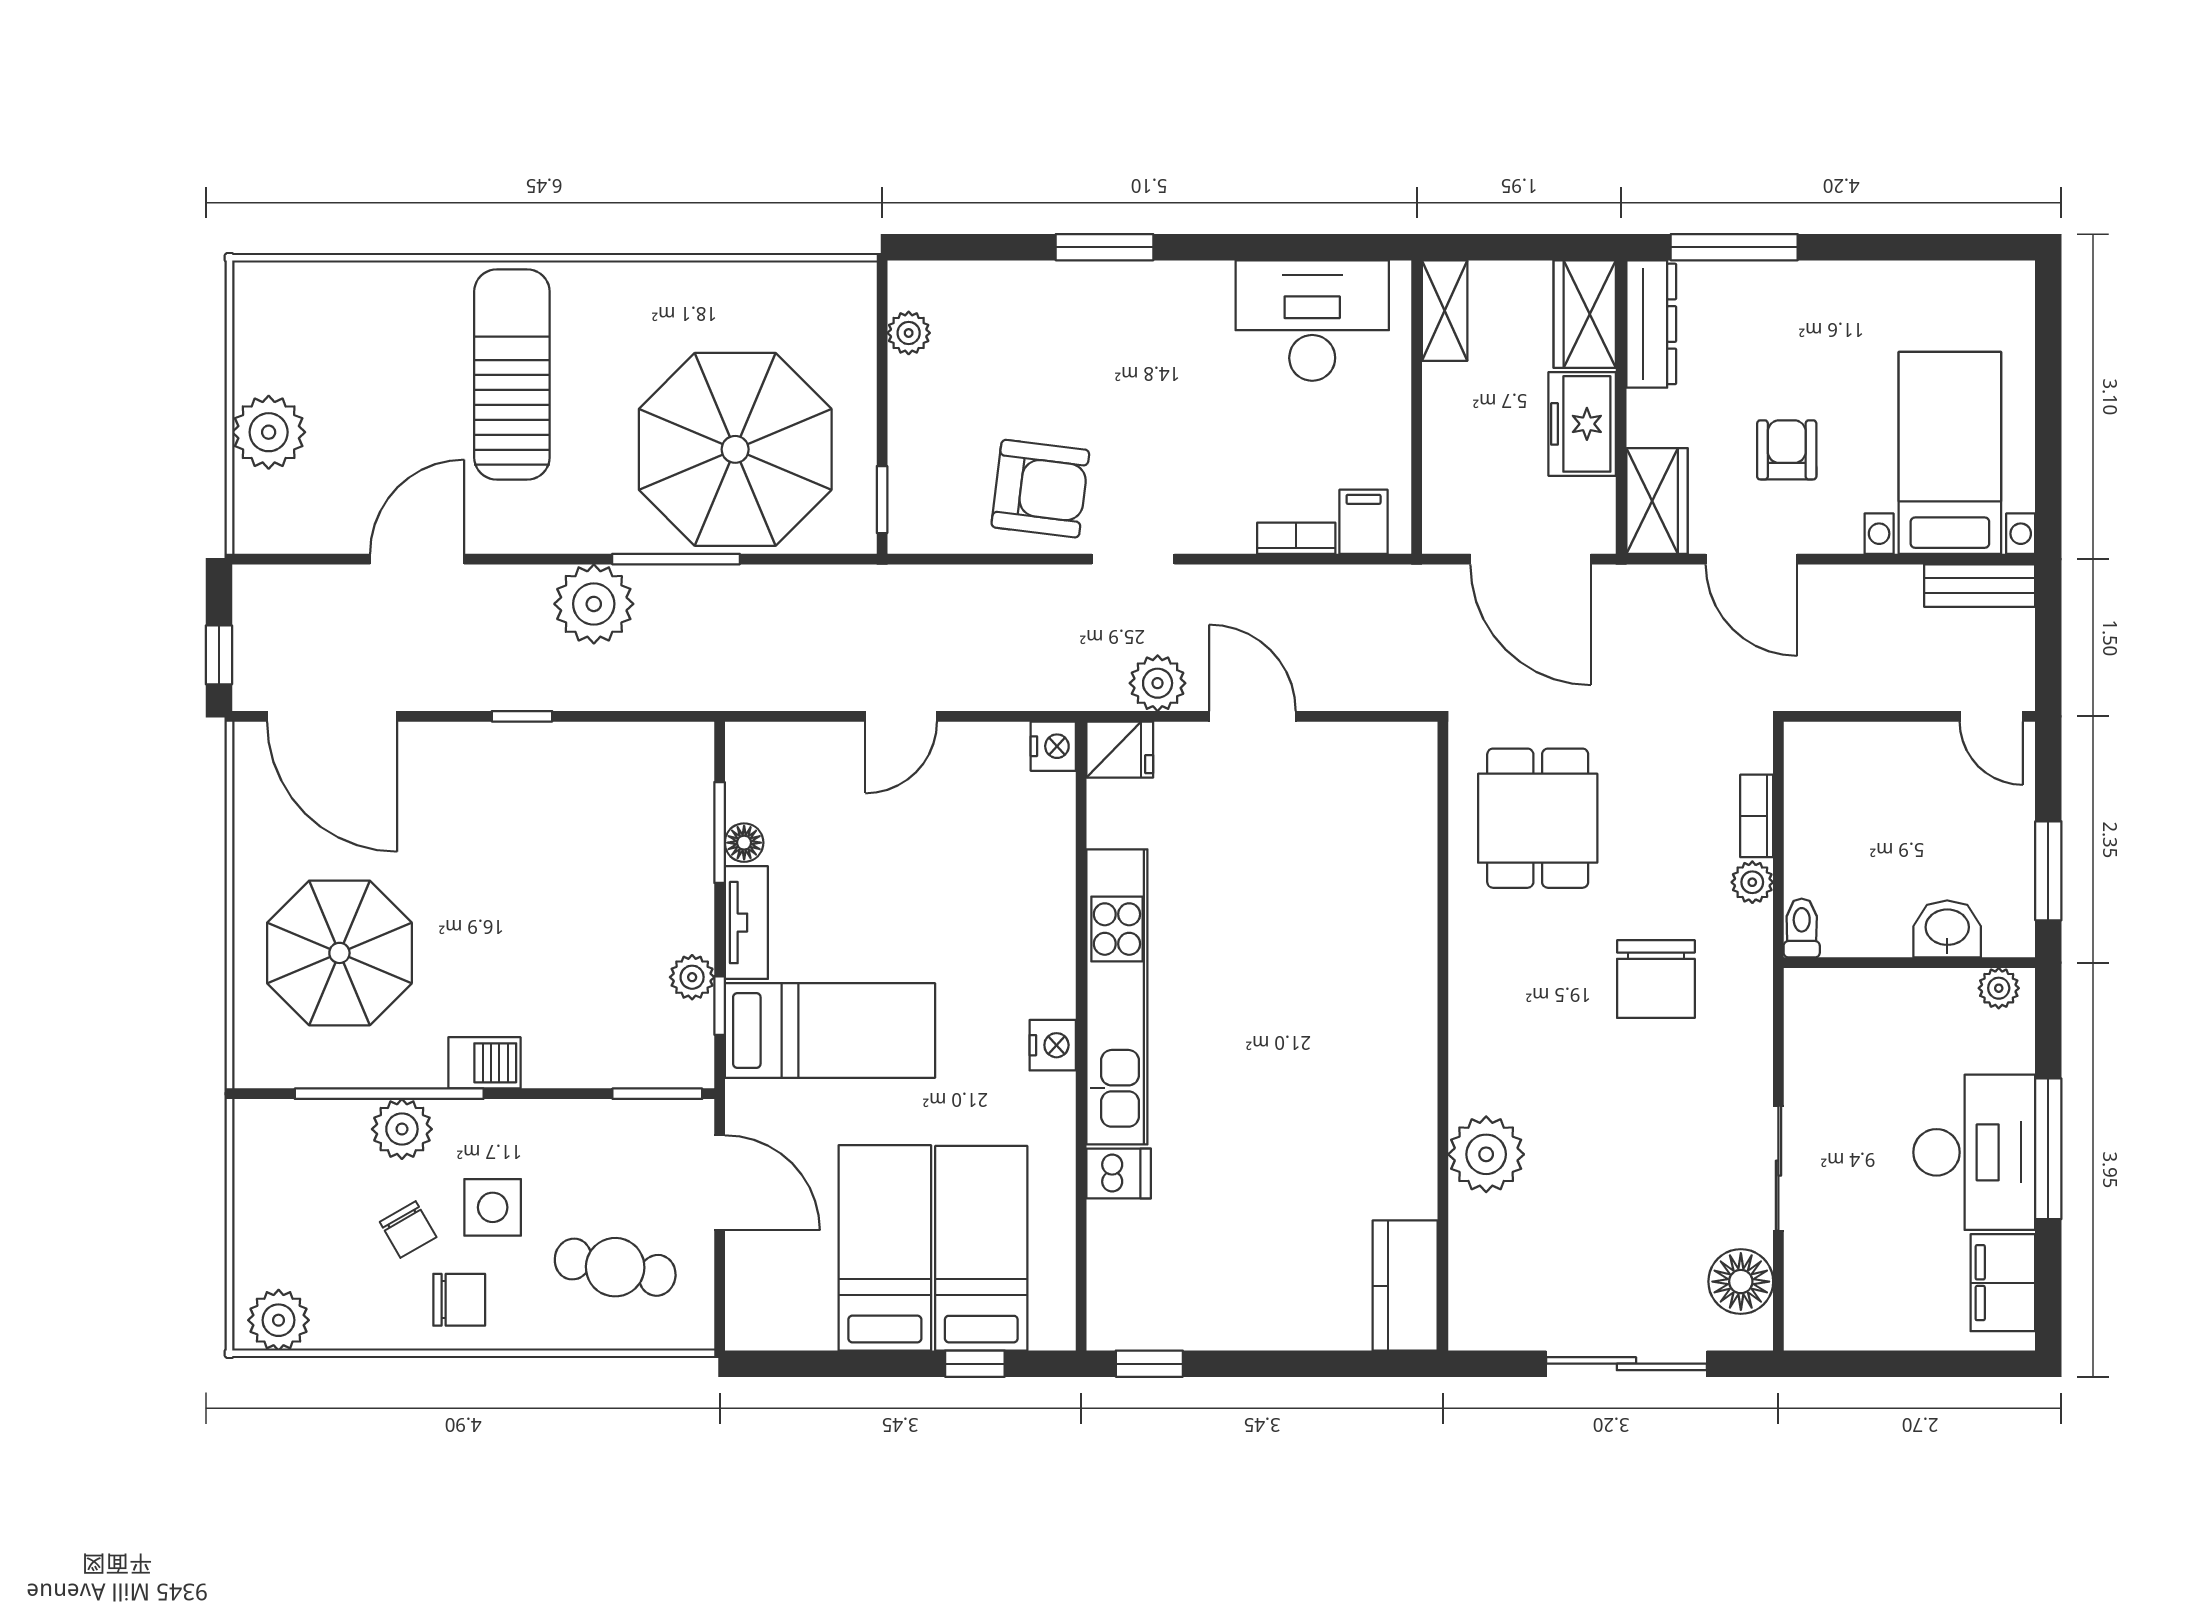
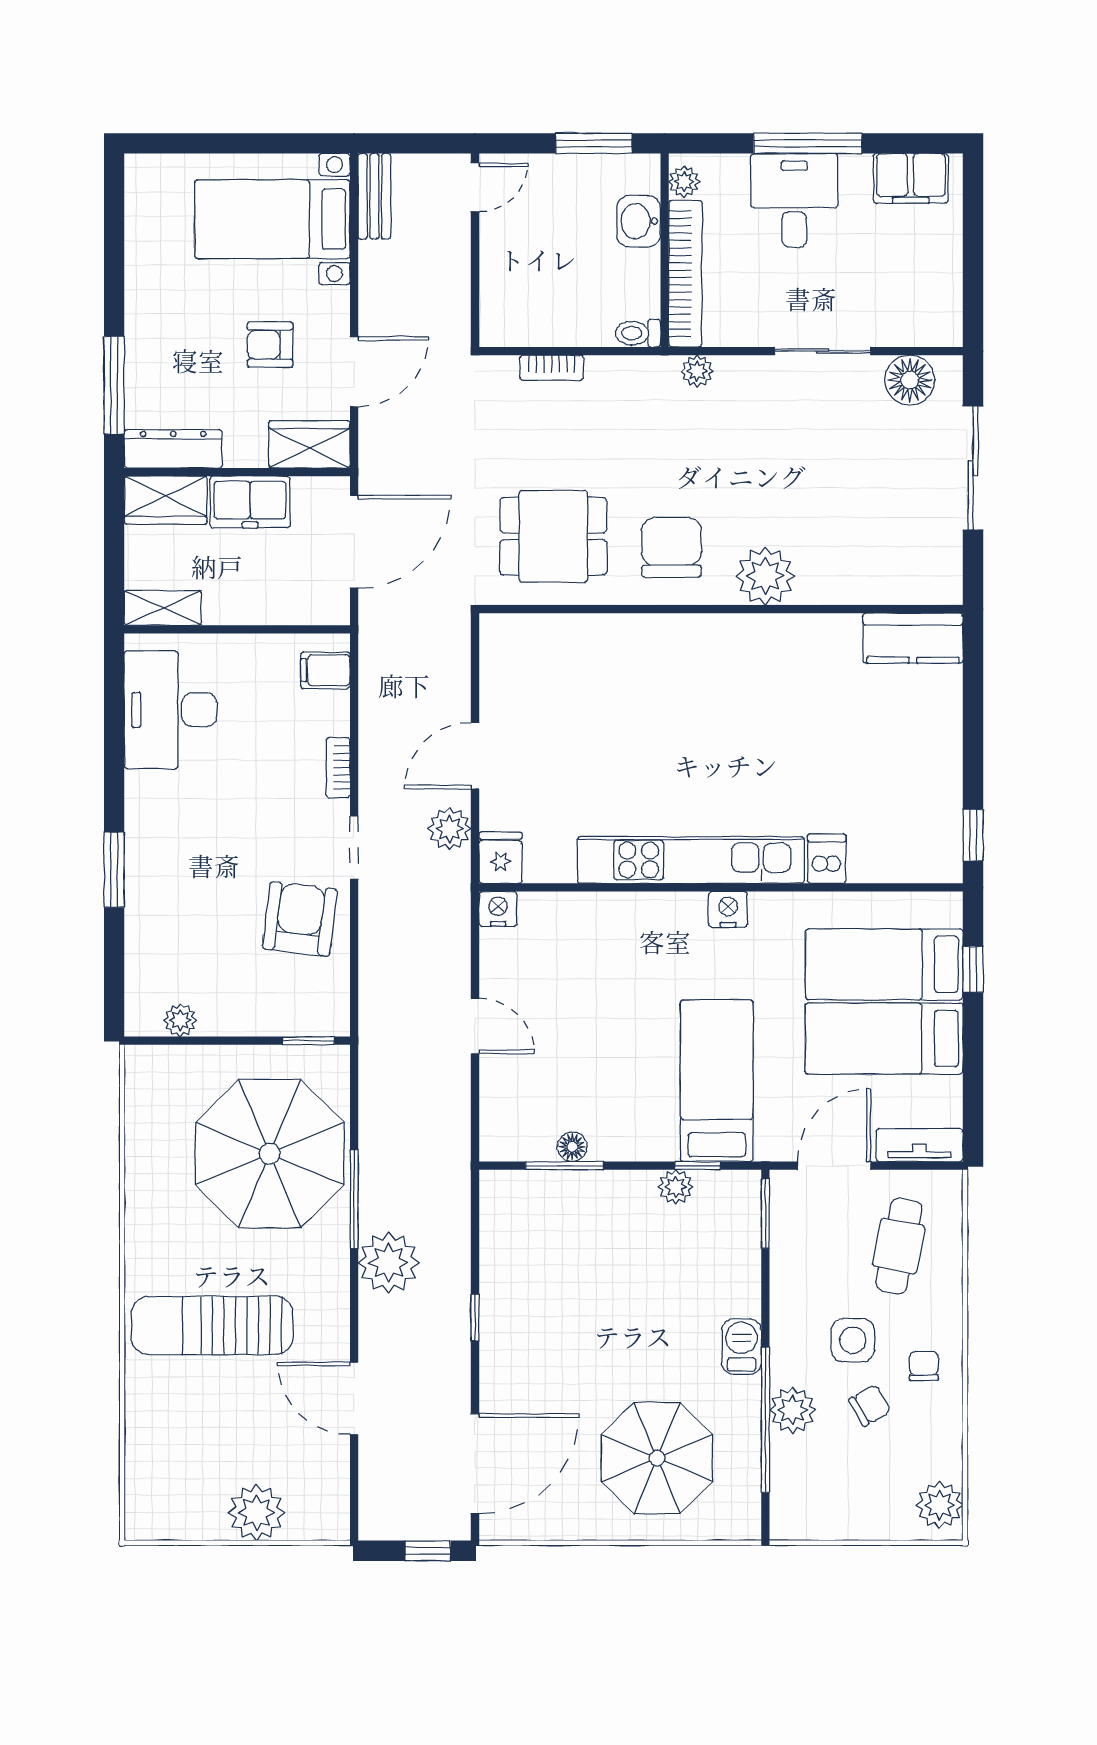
bookcase: (1296, 538) -> (338, 768), moved
plant: (1752, 882) -> (697, 371), moved
tv unit: (746, 923) -> (920, 1145), moved
chair: (1656, 979) -> (671, 547), moved, turned -90
bookcase: (1879, 990) -> (685, 274), added
desk: (1974, 1152) -> (794, 200), width x0.73
plant: (1486, 1154) -> (765, 576), moved
chair: (459, 1300) -> (924, 1366), width x0.73, depth x0.73

